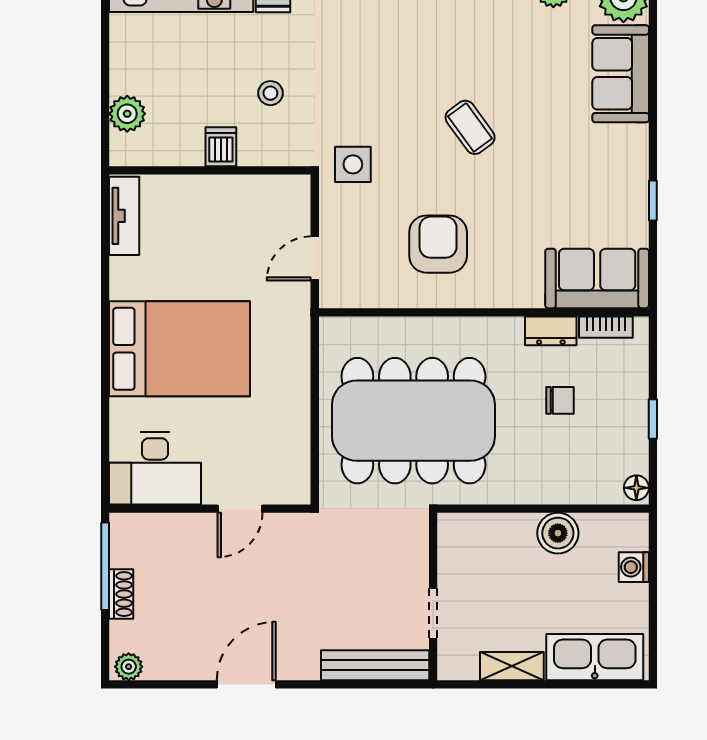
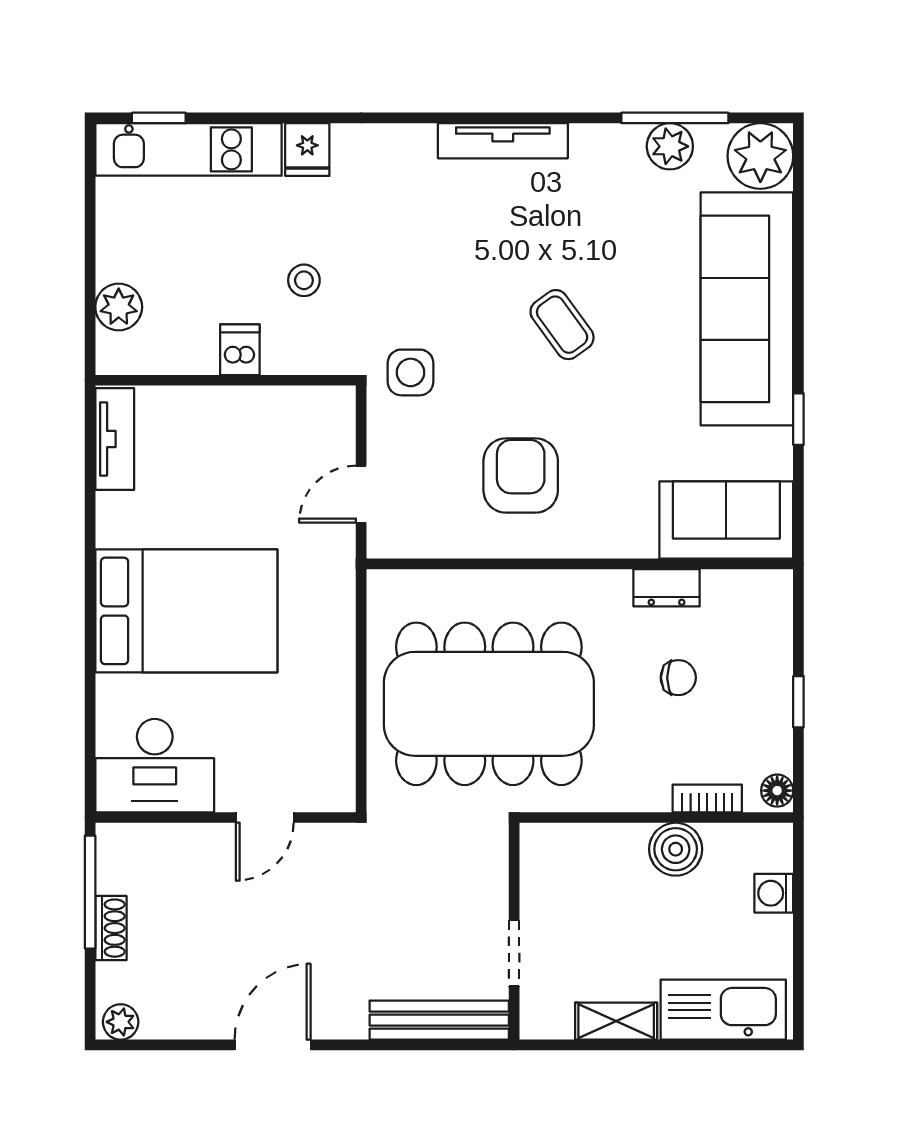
sofa: (621, 74) -> (747, 309), width x1.85, depth x1.27
bookcase: (606, 327) -> (707, 798), moved, turned 180

